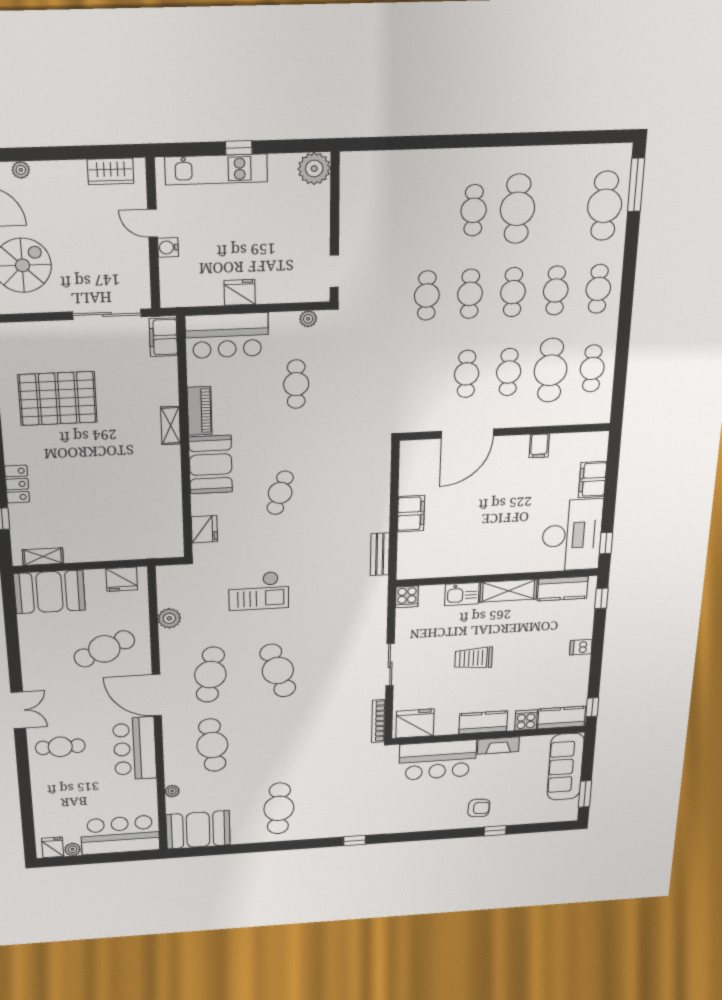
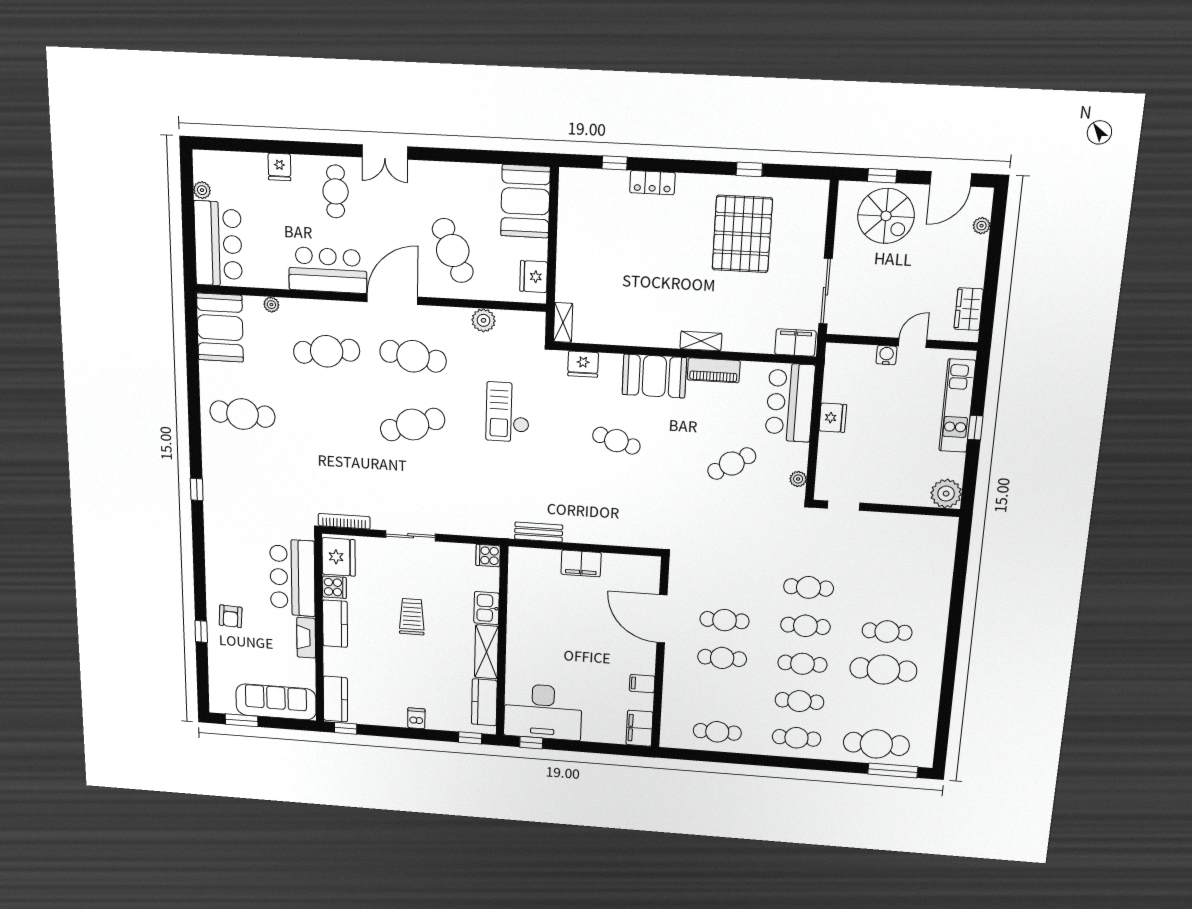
cafe table: (551, 370) -> (720, 695), removed
cafe table: (296, 384) -> (732, 464), turned -31
filing cabinet: (593, 480) -> (639, 728), moved, turned -90
shelving: (43, 557) -> (563, 322), moved
cooker: (526, 720) -> (334, 587), moved
fridge: (53, 847) -> (279, 167), moved, turned 90

